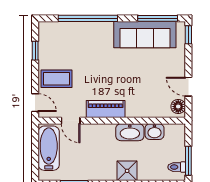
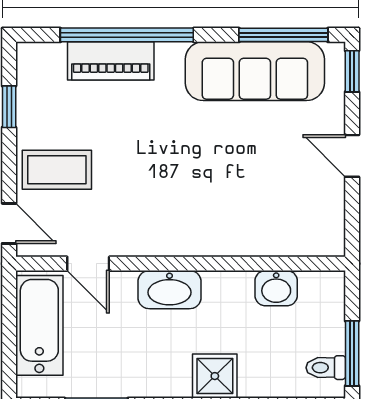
door: (188, 87) -> (352, 156), moved
floor lamp: (178, 107) -> (329, 232), removed
piano: (106, 109) -> (111, 61), moved, turned 180
washbasin: (130, 132) -> (169, 290), moved

